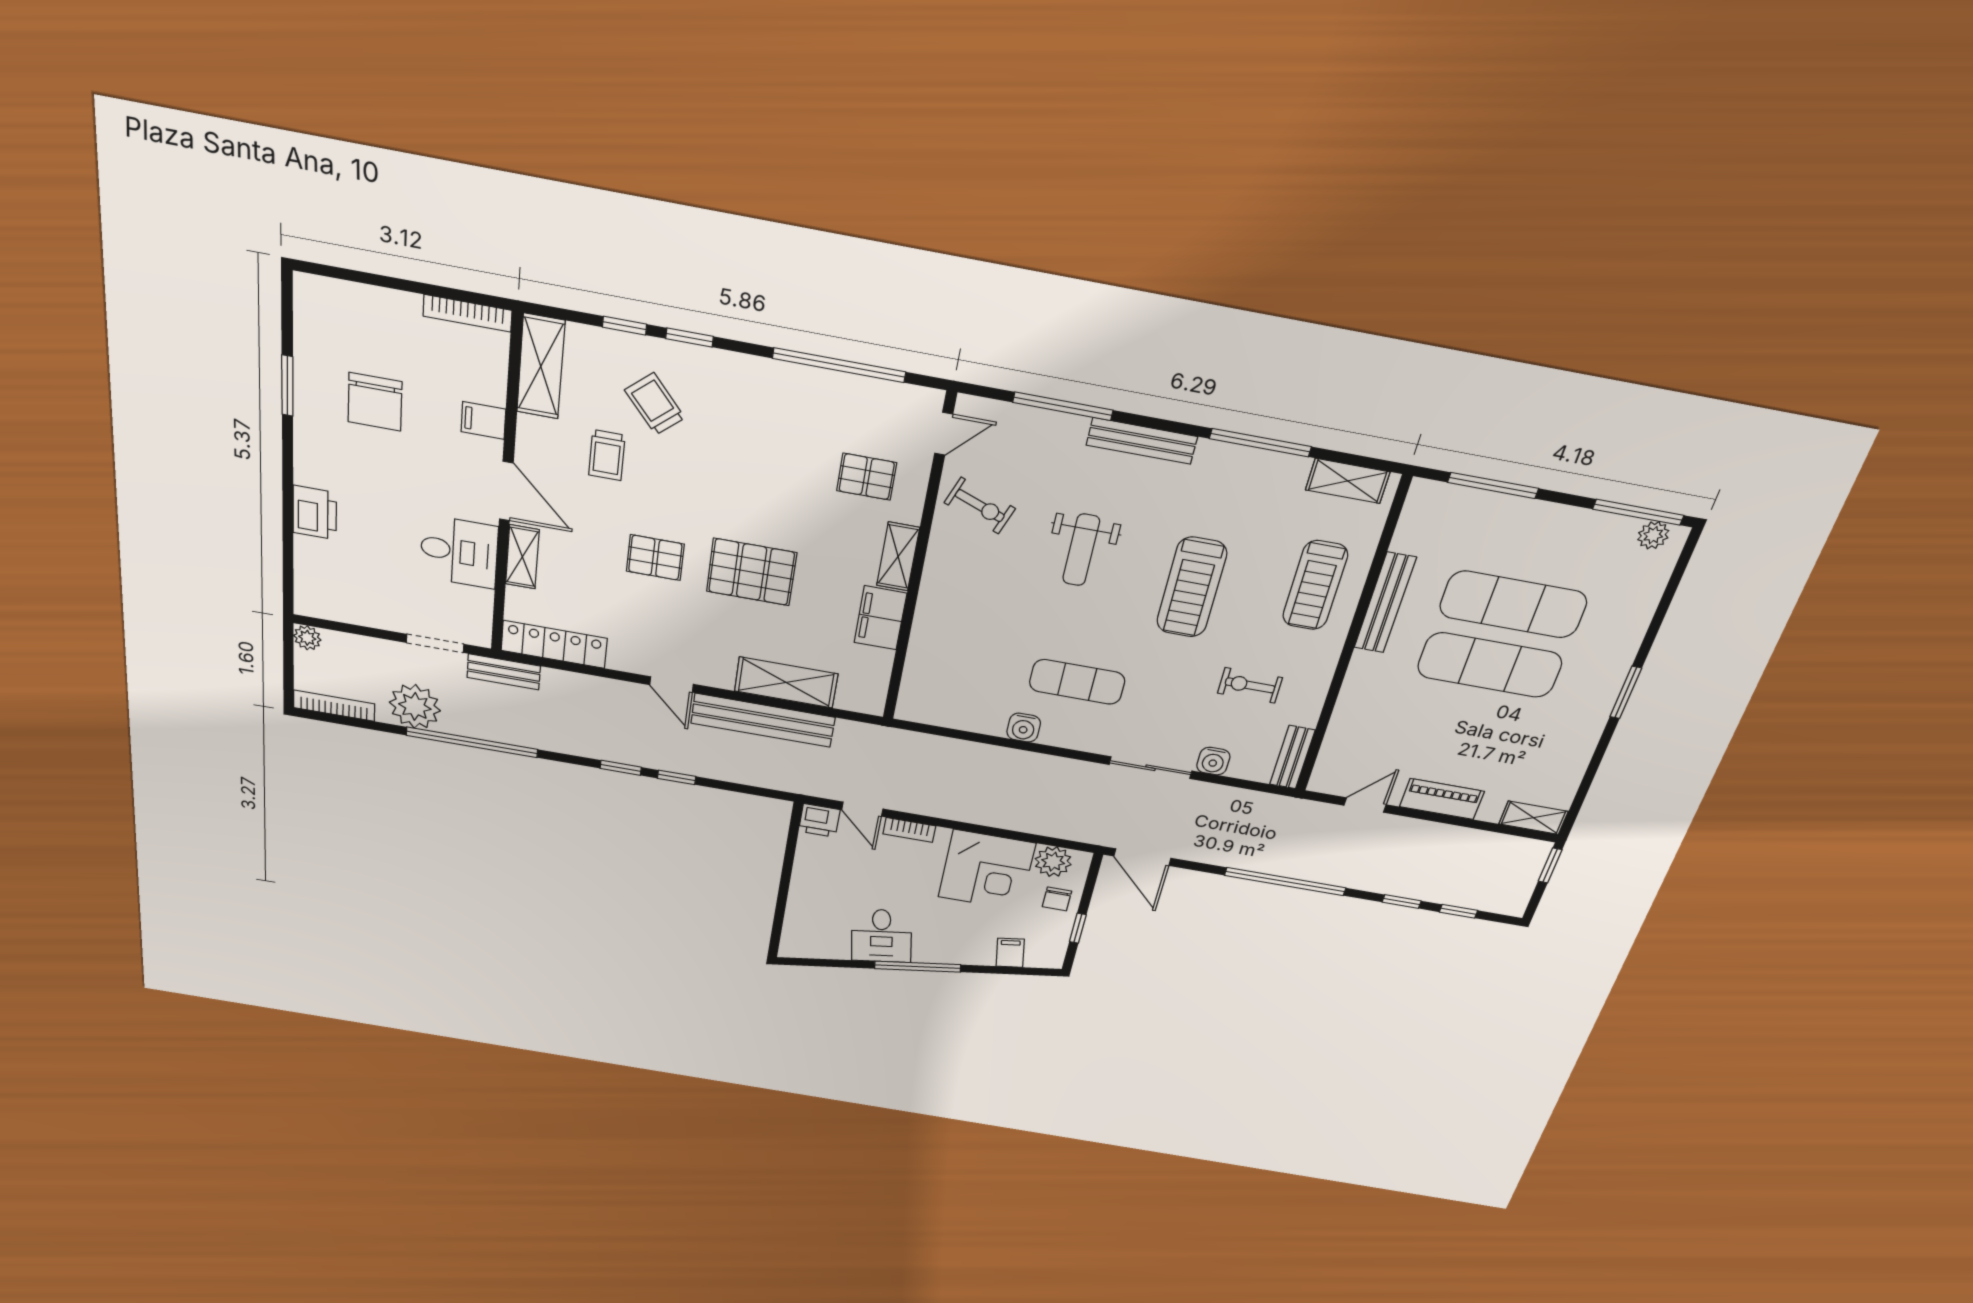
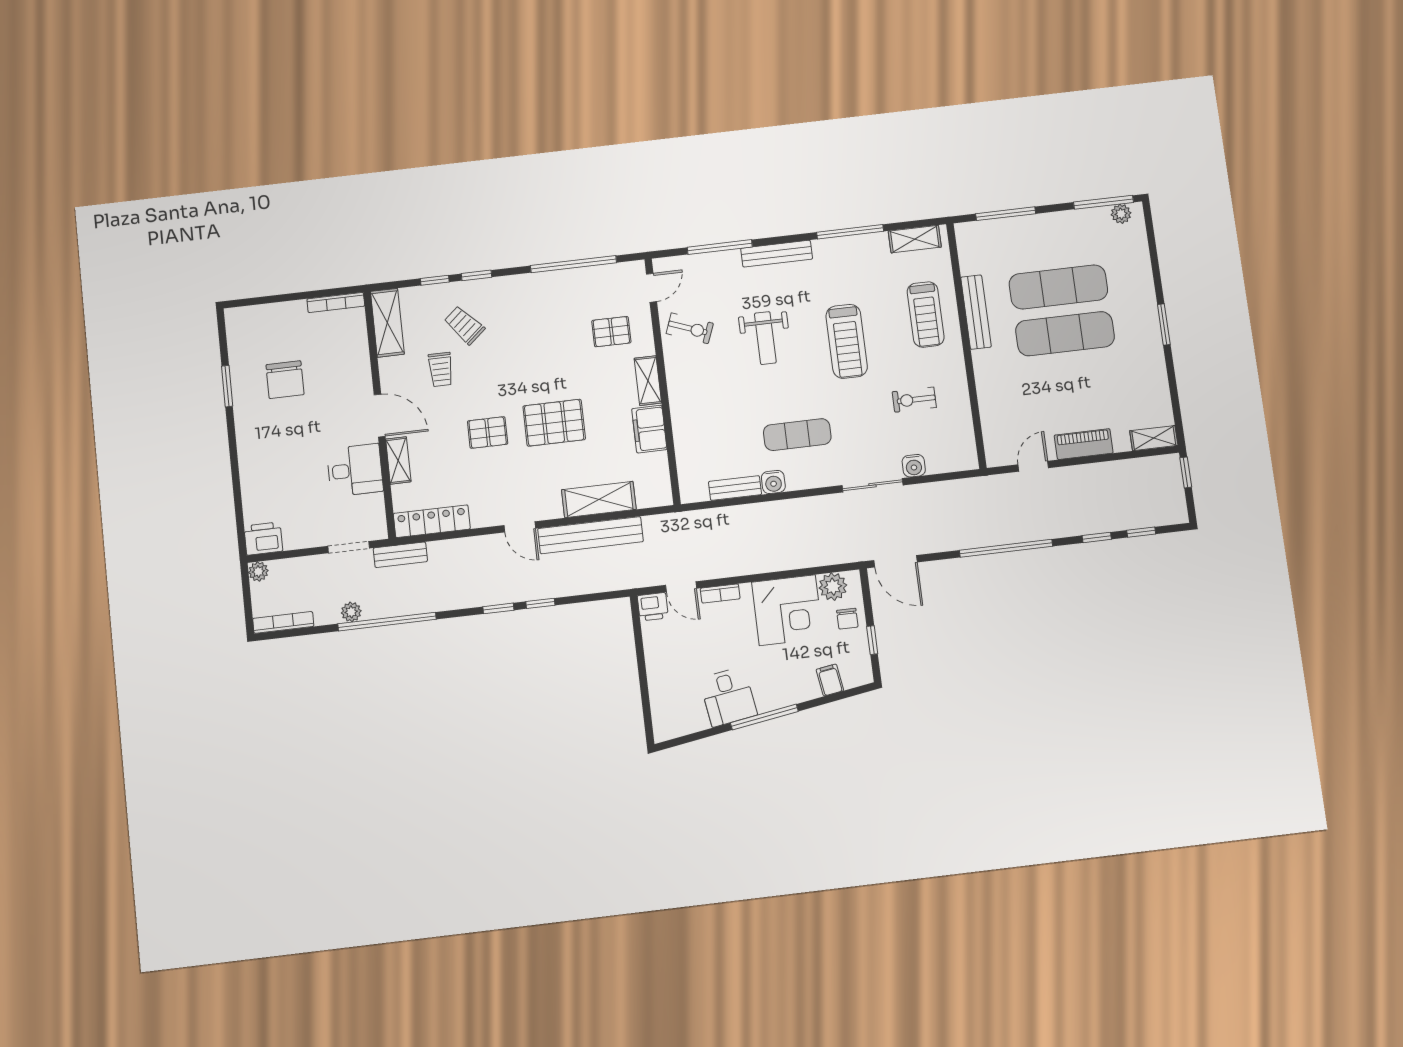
filing cabinet: (483, 420) -> (357, 371), removed
printer: (315, 513) -> (263, 539), moved, turned -90
plant: (415, 706) -> (351, 612), width x0.53, depth x0.53
bench: (1292, 757) -> (735, 488), moved, turned 90

